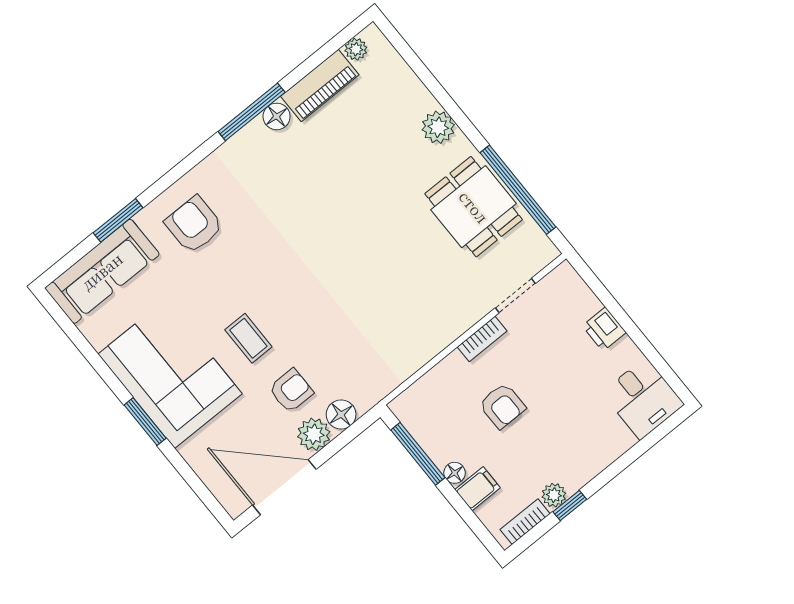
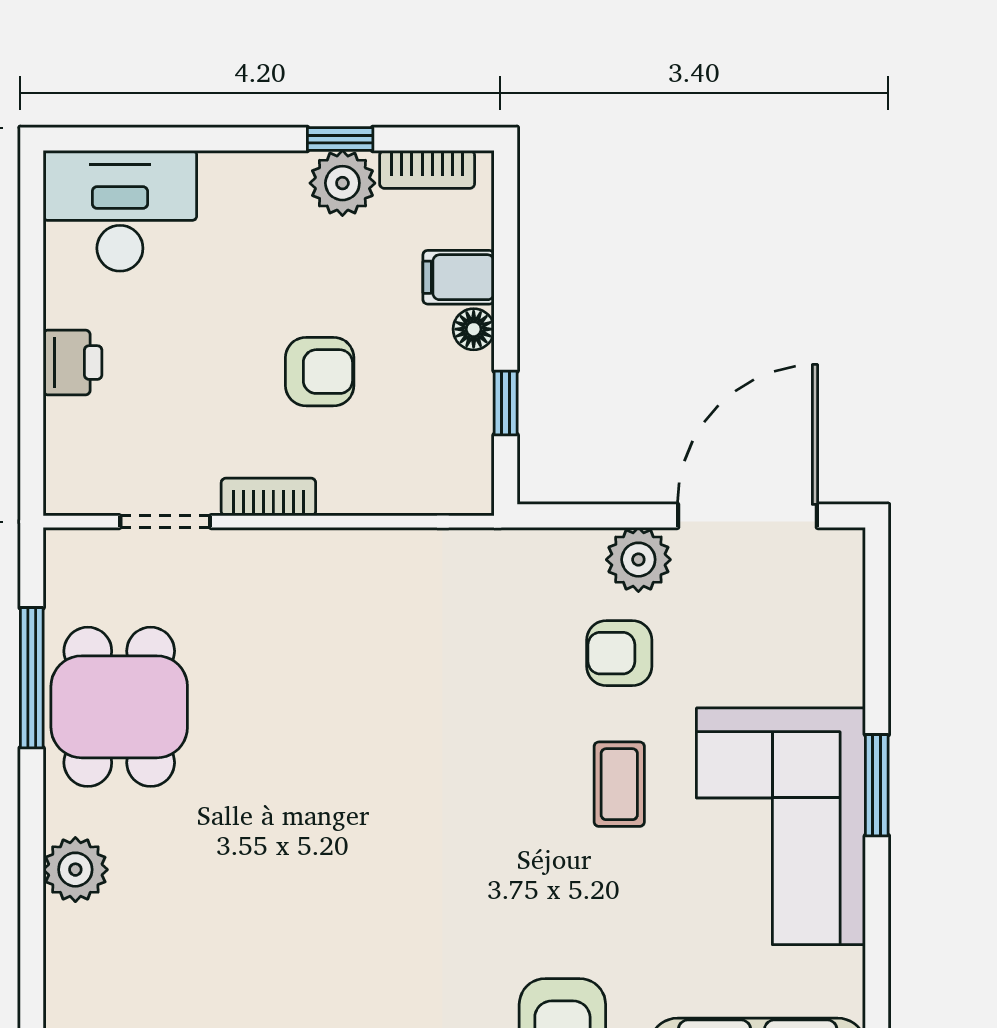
window: (518, 190) -> (32, 678), width x0.68
desk: (643, 398) -> (120, 211), width x1.37
armchair: (502, 406) -> (320, 372), turned 90
floor lamp: (341, 415) -> (573, 556), removed
window: (418, 454) -> (506, 403), width x0.46
door: (284, 487) -> (747, 516), swing flipped
plant: (554, 495) -> (342, 183), width x1.38, depth x1.38

